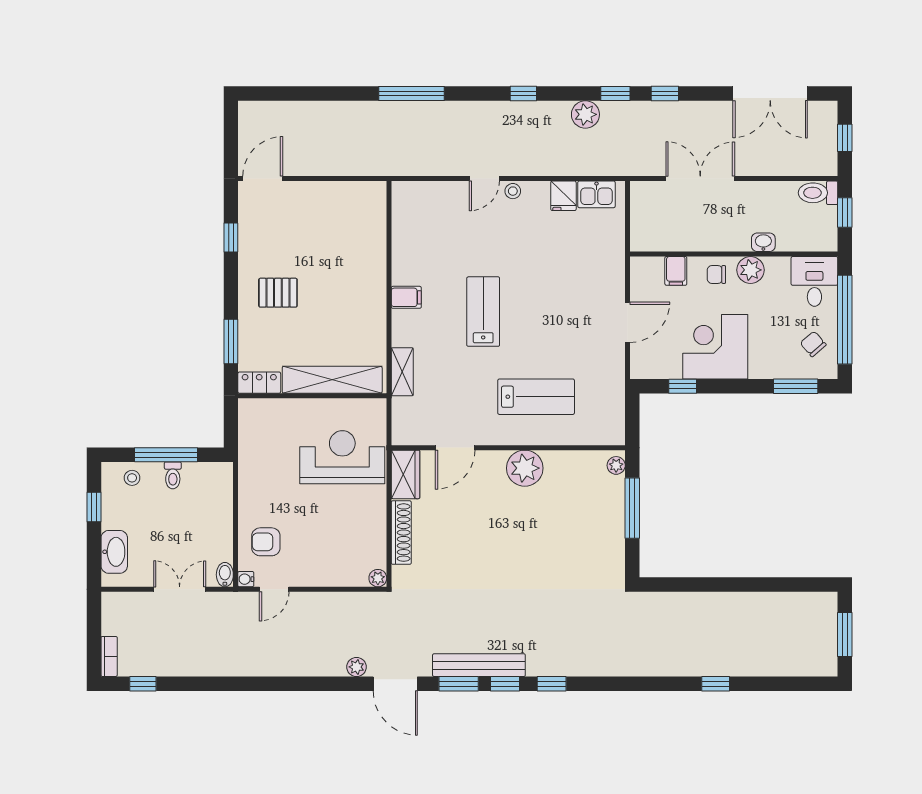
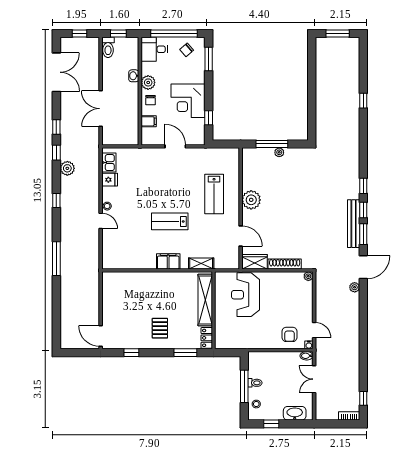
filing cabinet: (406, 297) -> (168, 261), width x2.00
lab bench: (536, 397) -> (214, 194), turned 180
plant: (616, 465) -> (279, 152), moved

